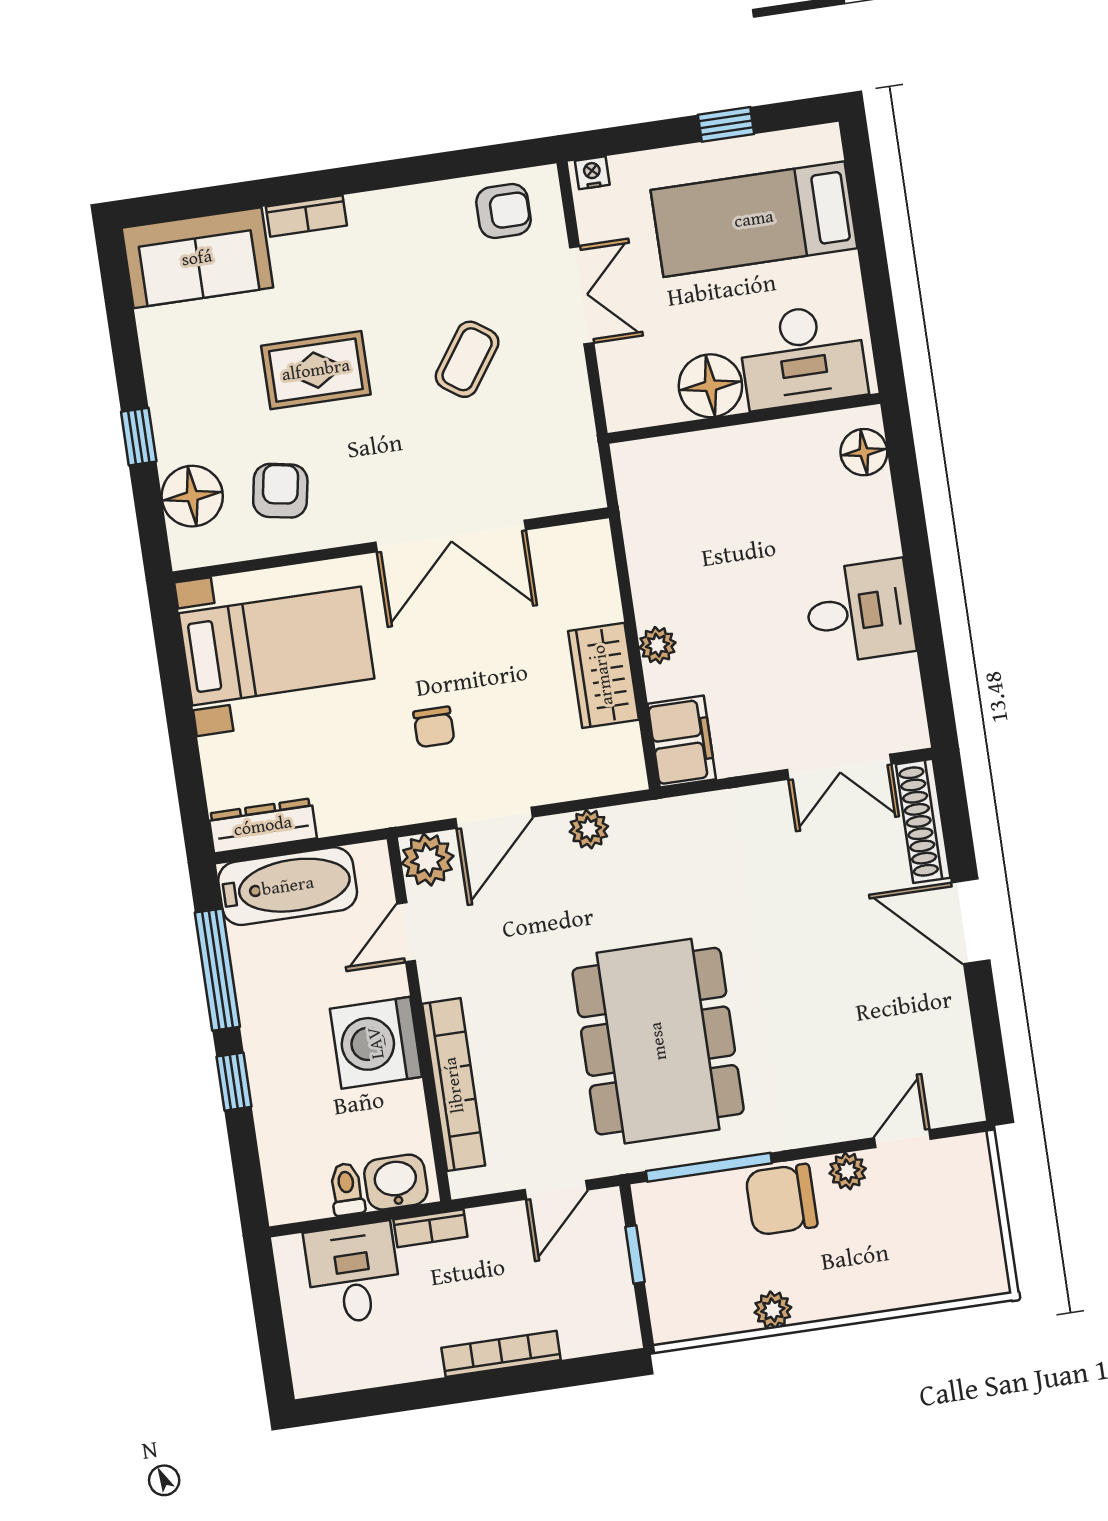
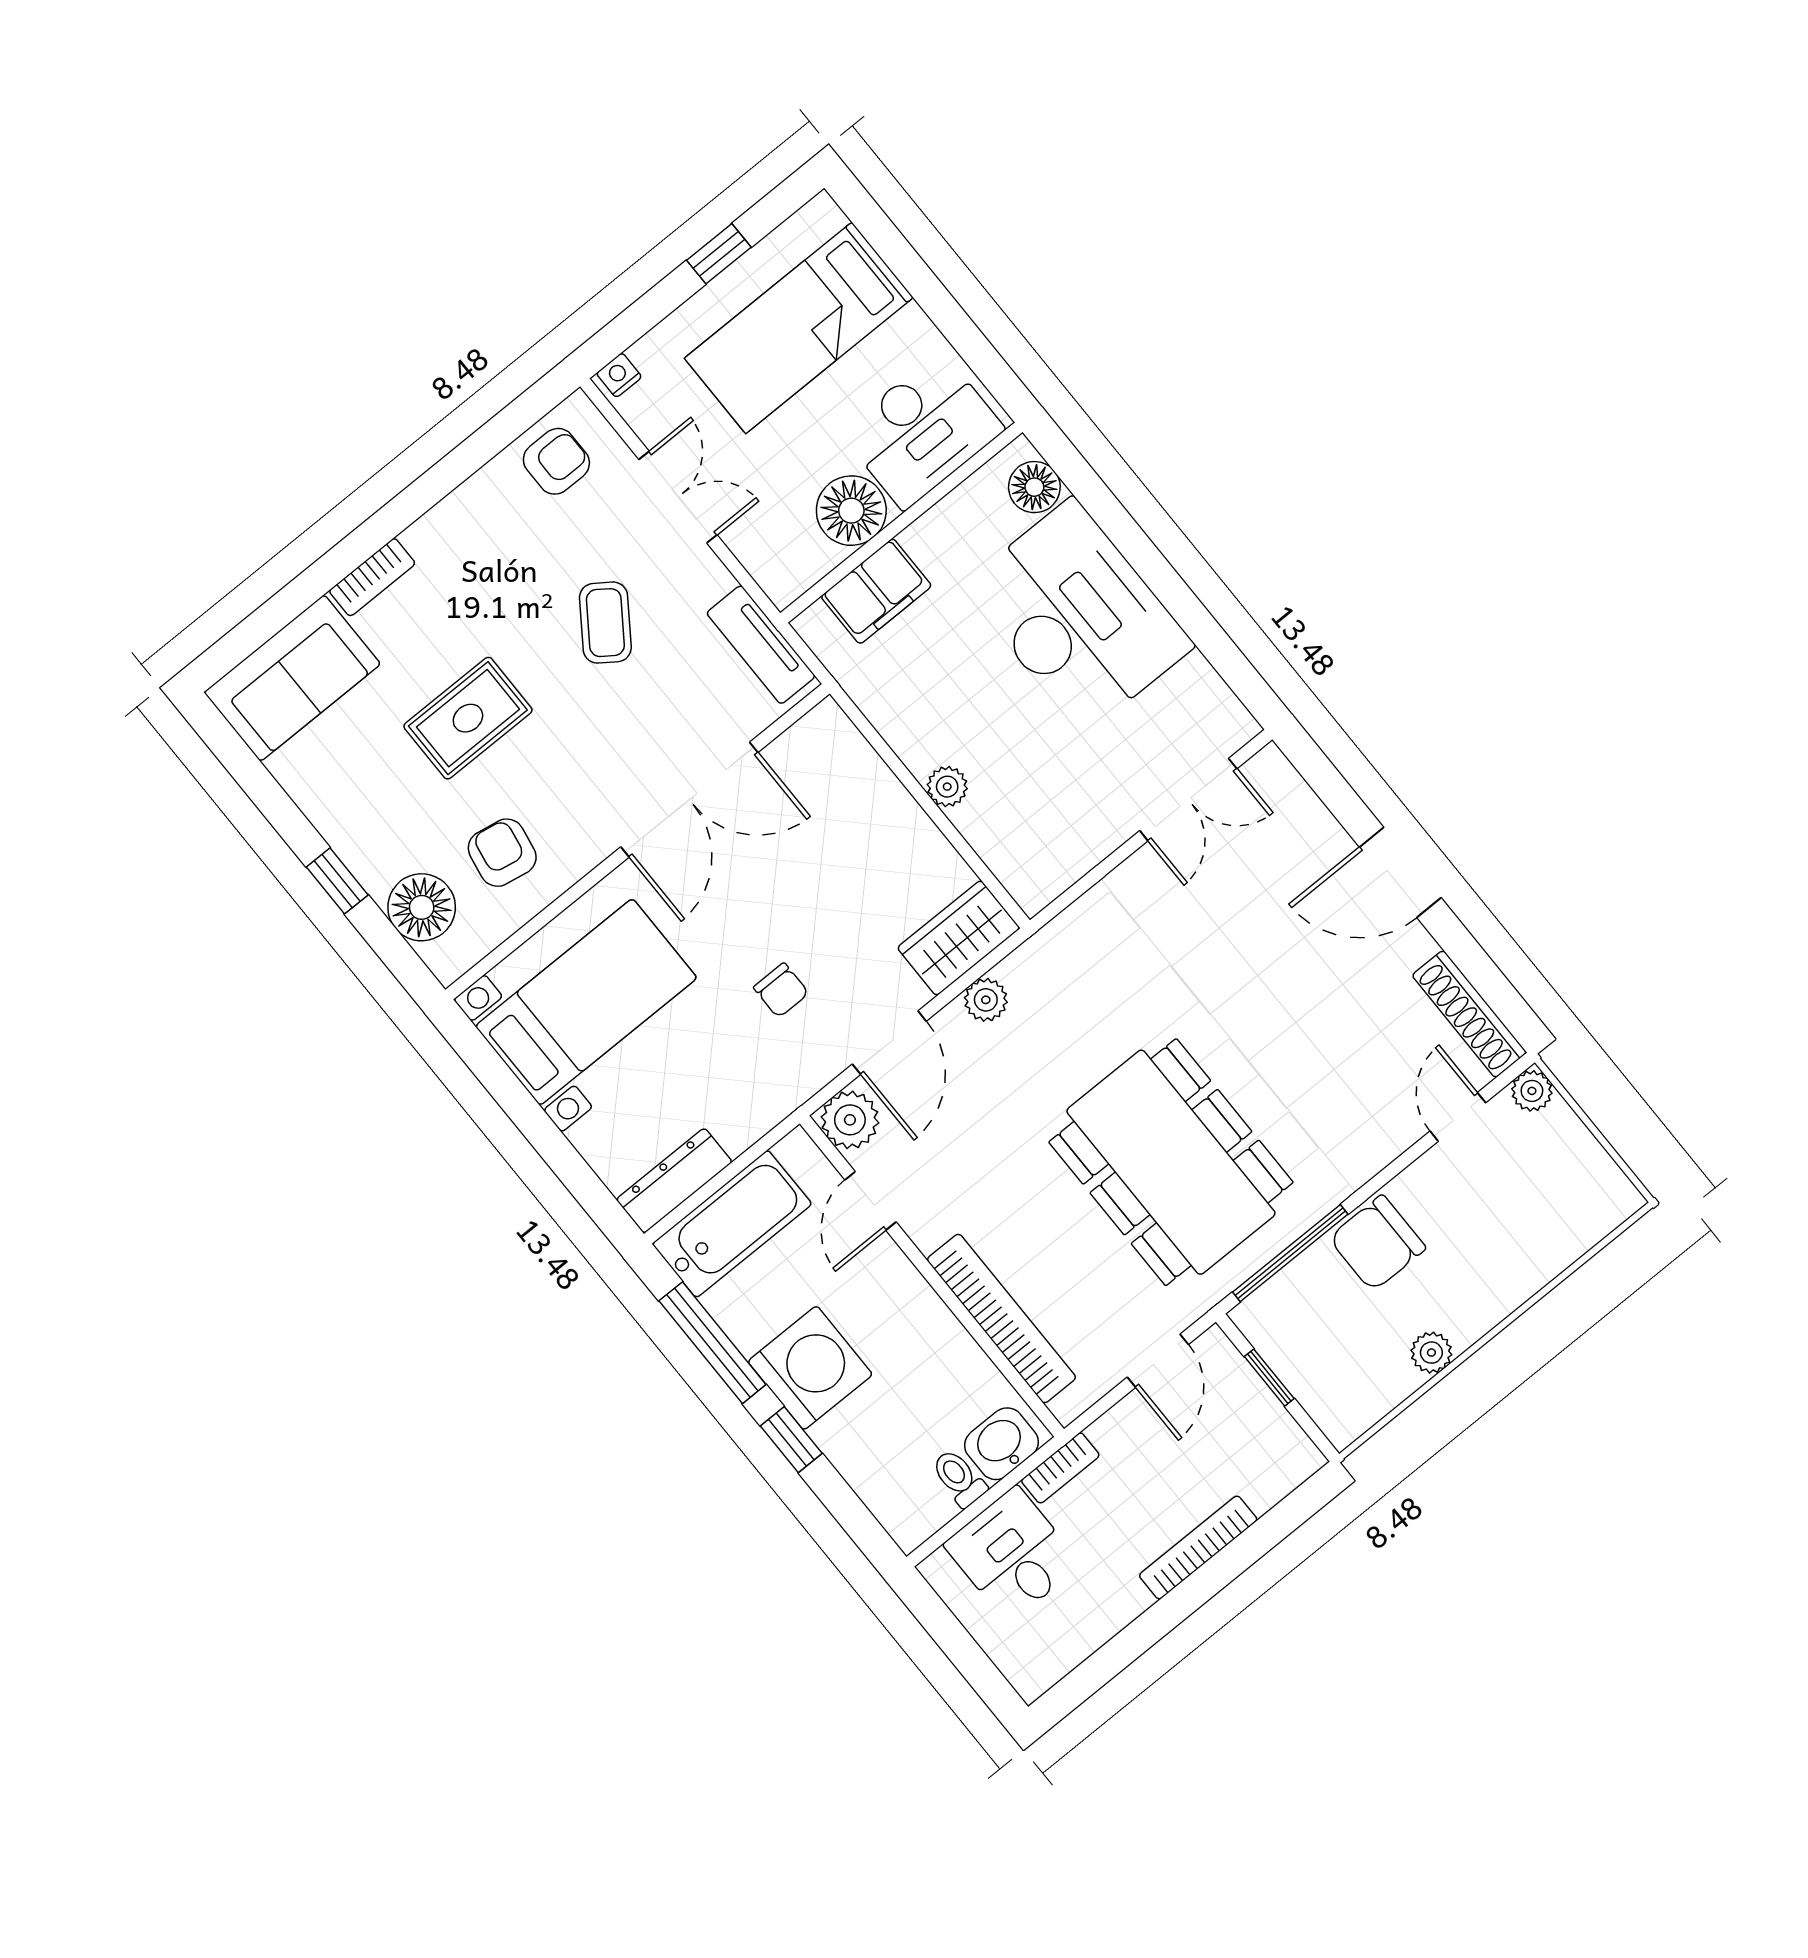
tv unit: (578, 448) -> (761, 645), added
desk: (859, 612) -> (1078, 616), width x1.87, depth x1.30
wardrobe: (603, 675) -> (959, 938), moved, turned 90
filing cabinet: (682, 742) -> (876, 591), moved, turned 90
shoe rack: (923, 821) -> (1469, 1014), moved
washing machine: (376, 1043) -> (810, 1368), moved, turned 180
plant: (848, 1171) -> (1532, 1091), moved

